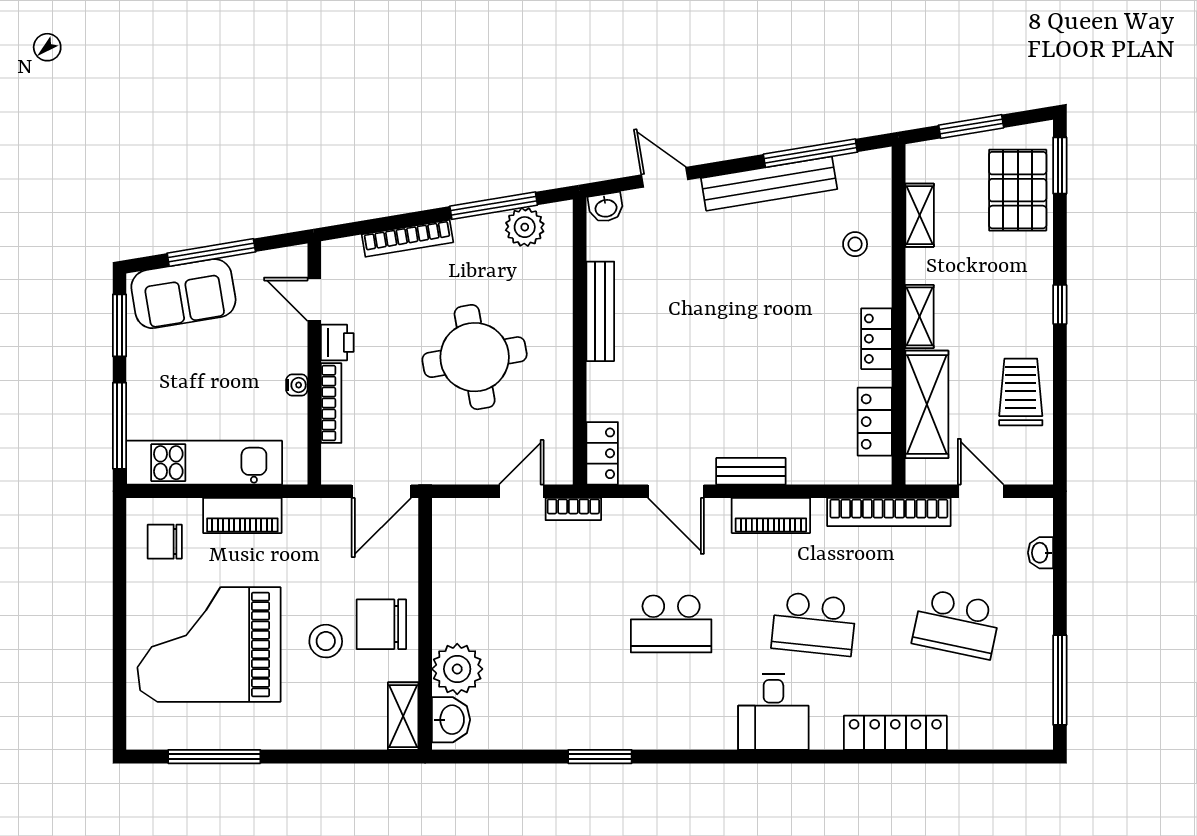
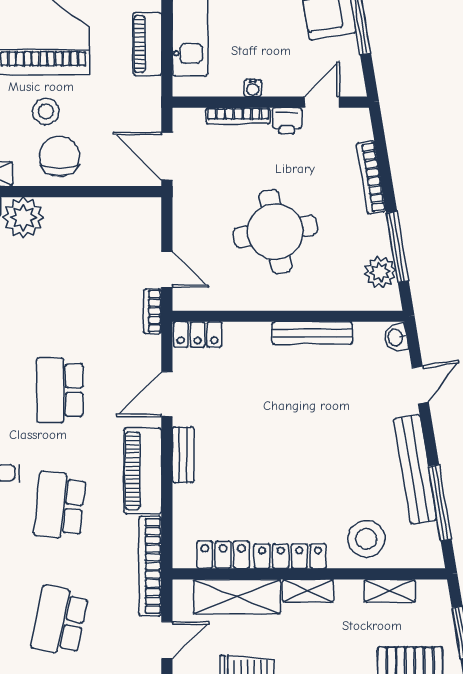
stool: (855, 244) -> (366, 539), width x1.89, depth x1.89
locker: (877, 339) -> (290, 556), width x1.53
piano: (771, 515) -> (143, 471), width x1.37, depth x1.33

